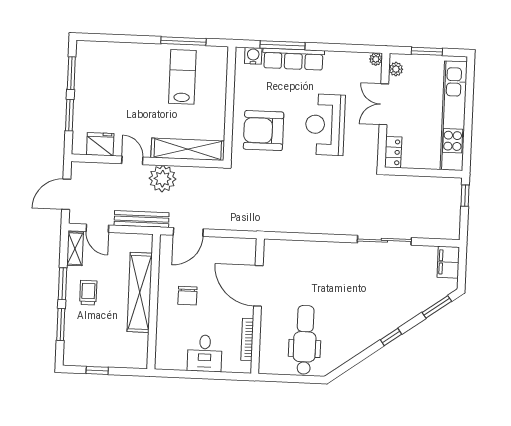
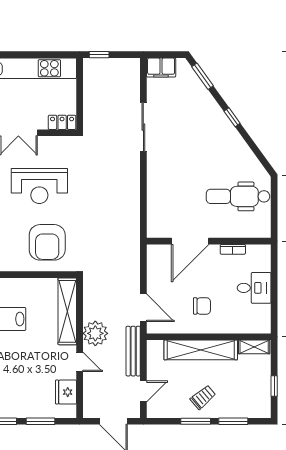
door: (132, 160) -> (80, 362), swing flipped
shelving: (75, 249) -> (254, 347), moved
trolley: (88, 293) -> (203, 397), turned 140
bookcase: (247, 339) -> (233, 249), width x0.64

